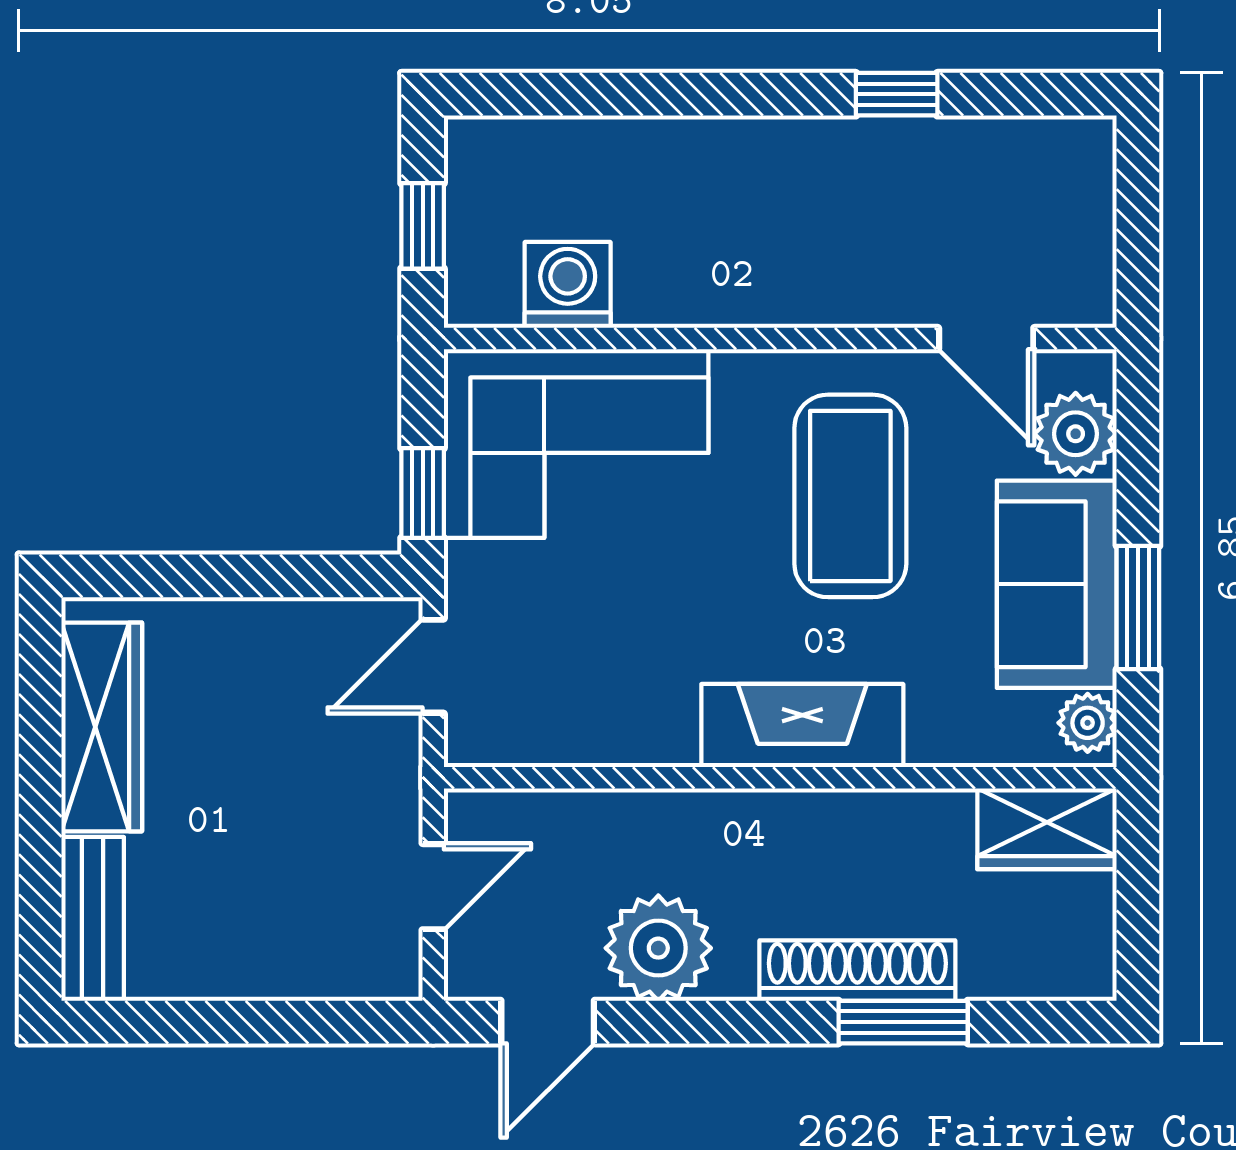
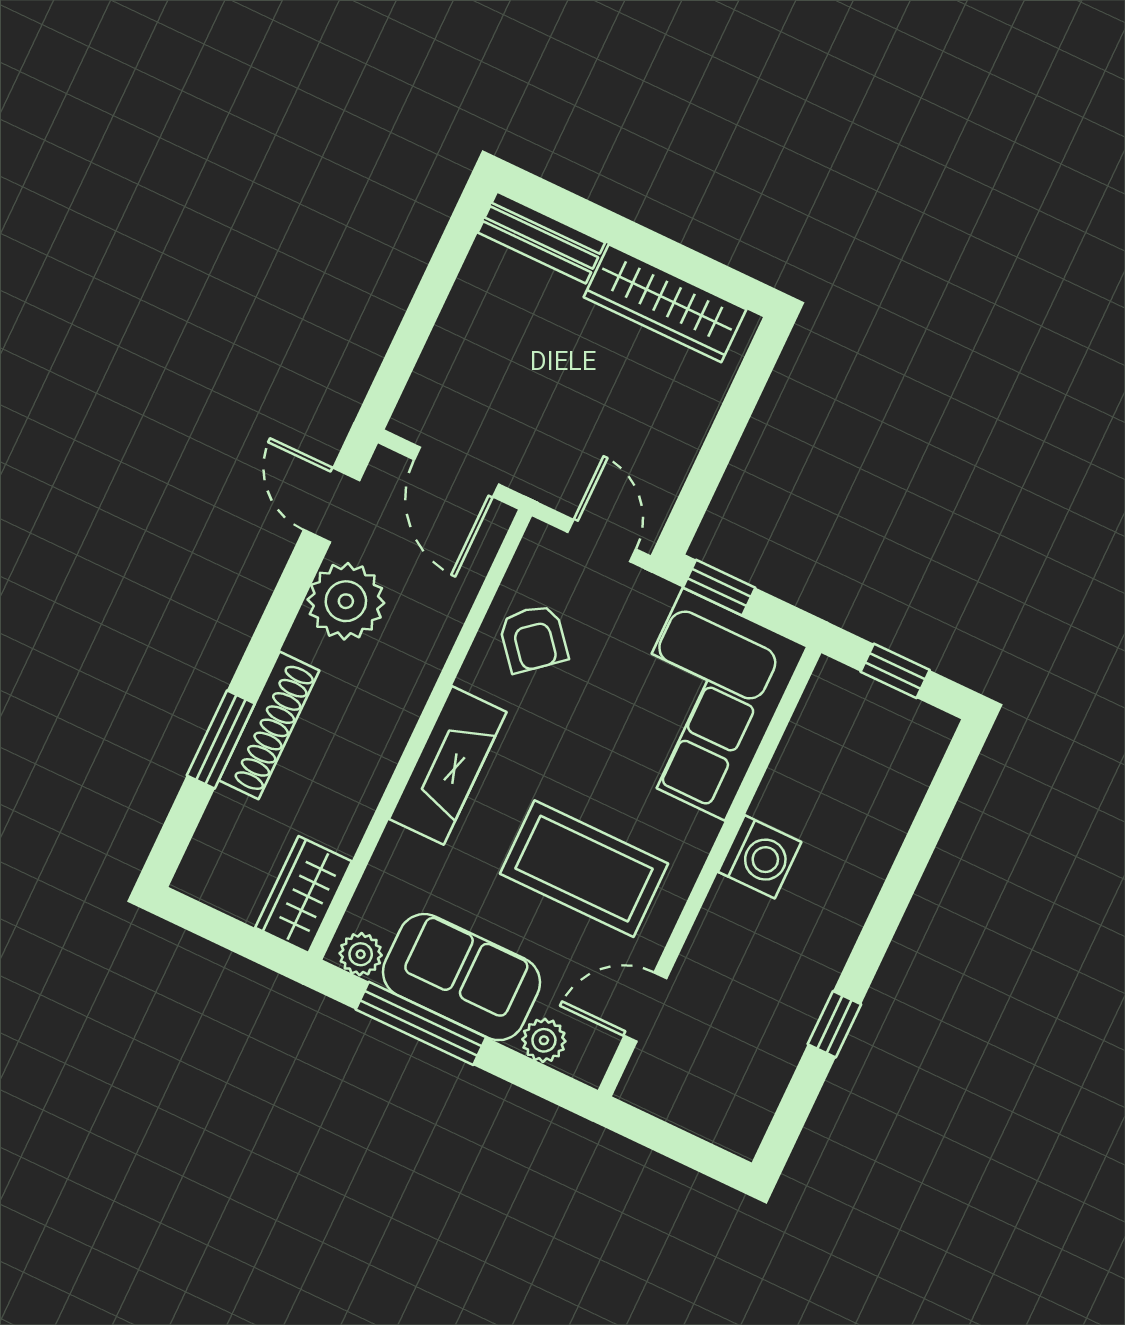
washing machine: (568, 285) -> (760, 857), moved
plant: (1076, 434) -> (544, 1040), width x0.73, depth x0.73
window: (1138, 607) -> (421, 1023), width x1.44
armchair: (595, 694) -> (533, 638), added
door: (433, 887) -> (456, 472), width x1.38

